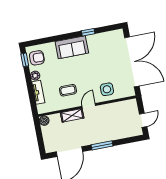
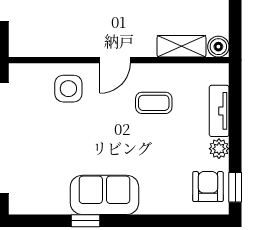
sofa: (72, 47) -> (104, 195), moved
armchair: (37, 58) -> (208, 187), turned 90
shelving: (72, 115) -> (182, 46), moved

